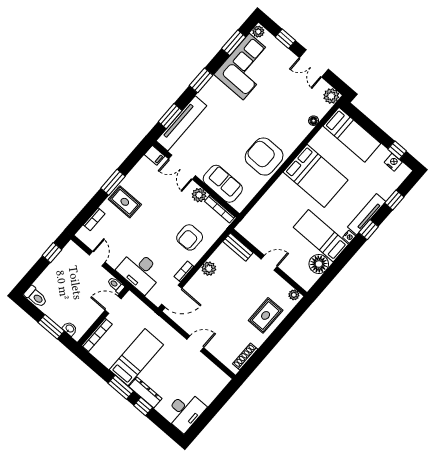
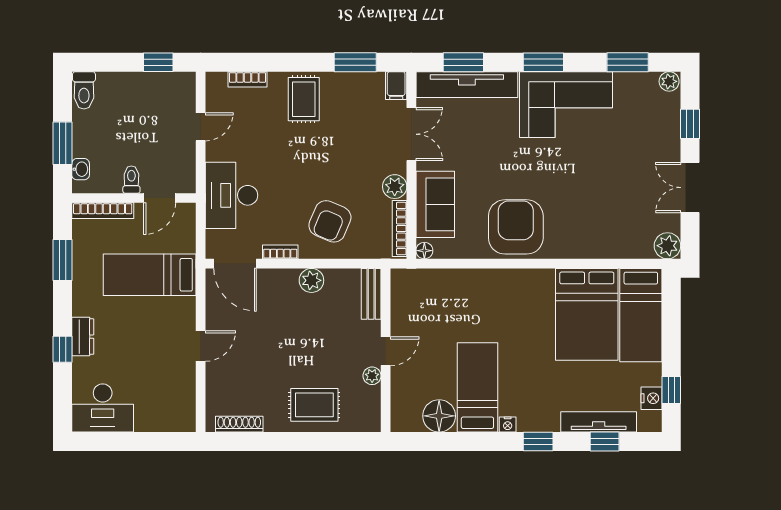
corner sofa: (246, 67) -> (566, 105), moved
floor lamp: (314, 121) -> (424, 251), moved
double door: (182, 167) -> (411, 134), swing flipped
bed: (316, 176) -> (587, 314), moved
window: (113, 182) -> (355, 62), moved
tv unit: (367, 214) -> (599, 422), moved
armchair: (190, 237) -> (330, 221), turned -67
door: (269, 263) -> (386, 351), hinge flipped
toilet: (116, 285) -> (131, 180), moved
plant: (294, 295) -> (372, 376), moved
door: (113, 305) -> (160, 198), swing flipped
door: (195, 343) -> (201, 346), hinge flipped
bed: (136, 357) -> (150, 275), moved, turned 180
window: (121, 387) -> (62, 260), moved
dresser: (145, 393) -> (83, 337), width x0.70

